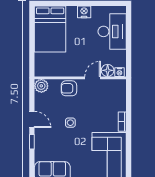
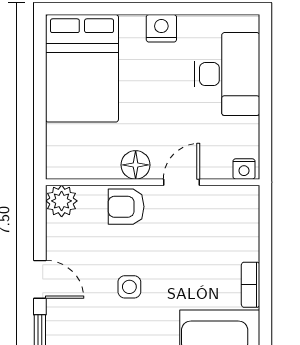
floor lamp: (108, 70) -> (136, 165), moved

